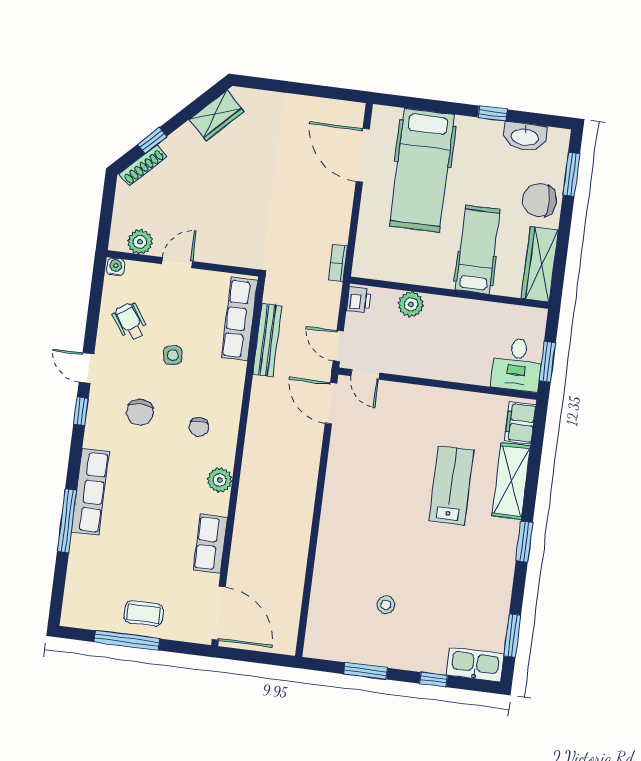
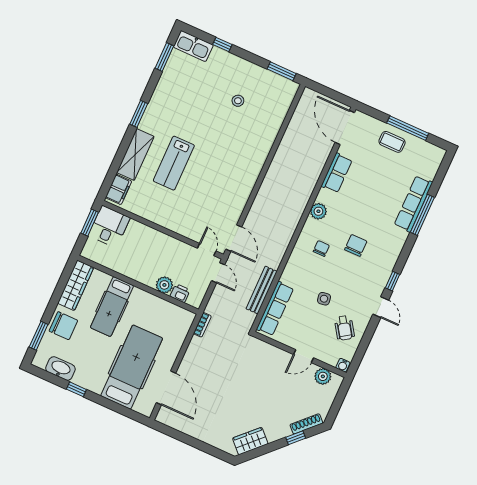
printer: (359, 300) -> (180, 293), moved, turned 90
chair: (140, 412) -> (356, 245), moved
row of seats: (90, 492) -> (413, 204), moved
window: (366, 671) -> (282, 71), moved

